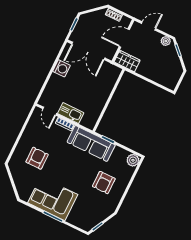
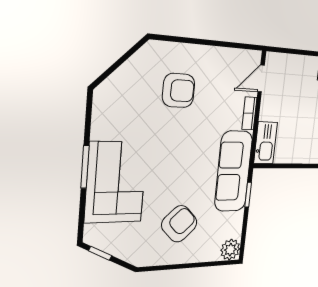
kitchen sink: (71, 113) -> (266, 143), moved
armchair: (104, 183) -> (179, 224), turned 136
corner sofa: (53, 199) -> (116, 182), moved

